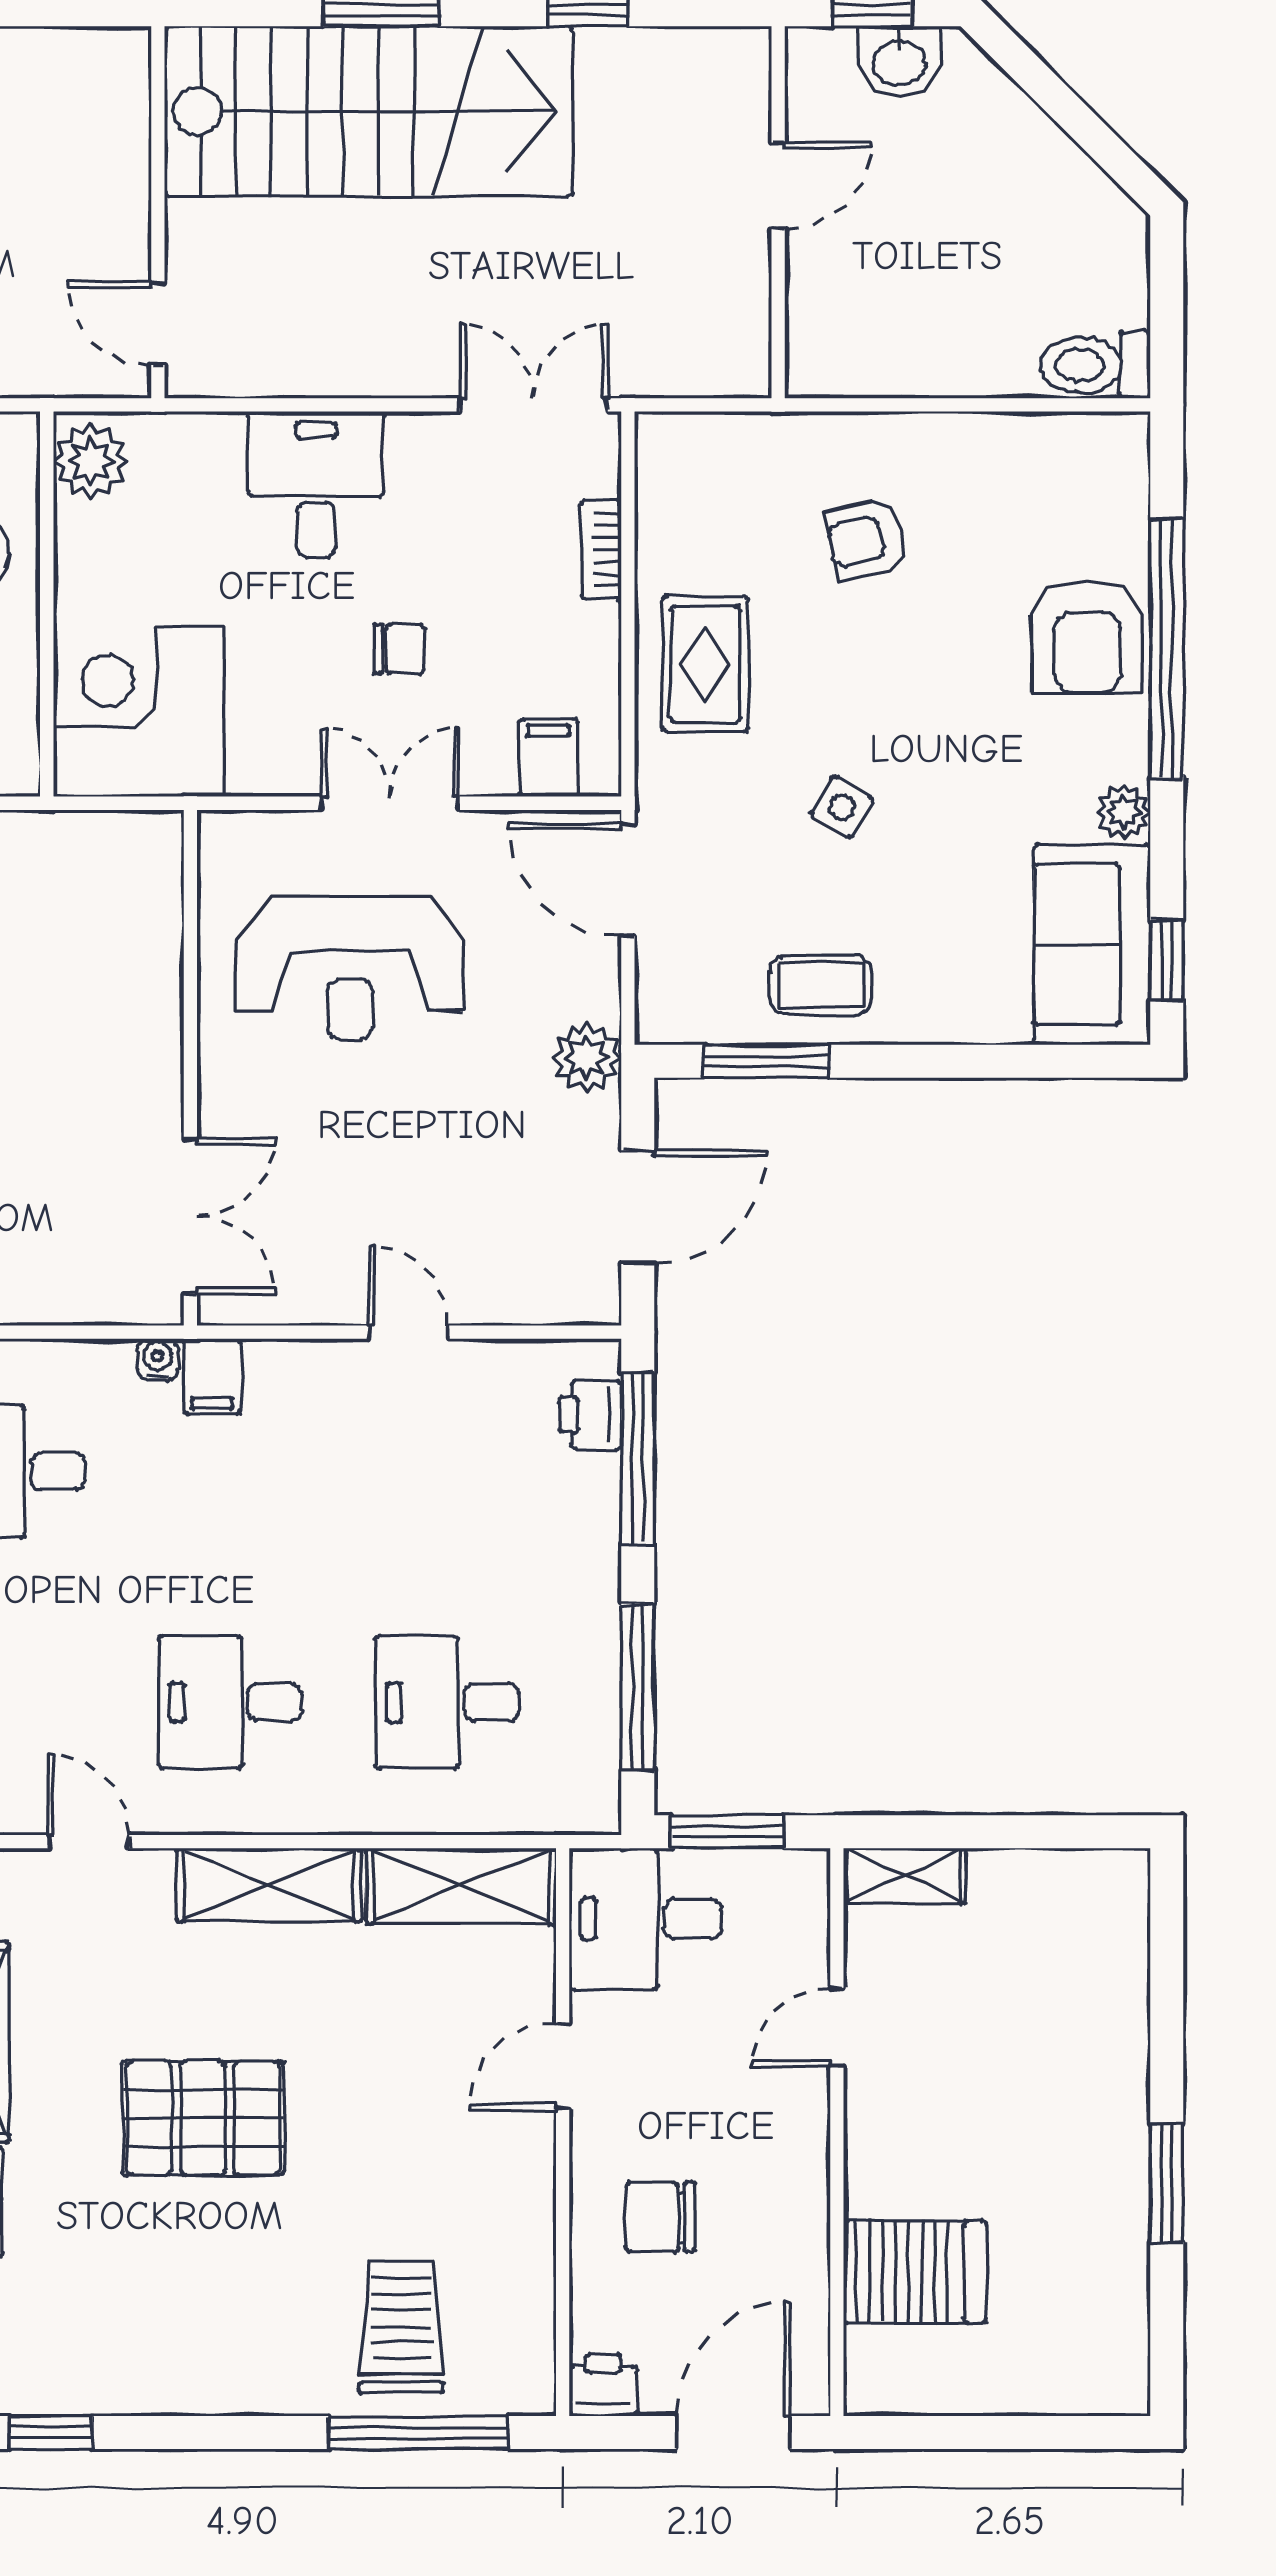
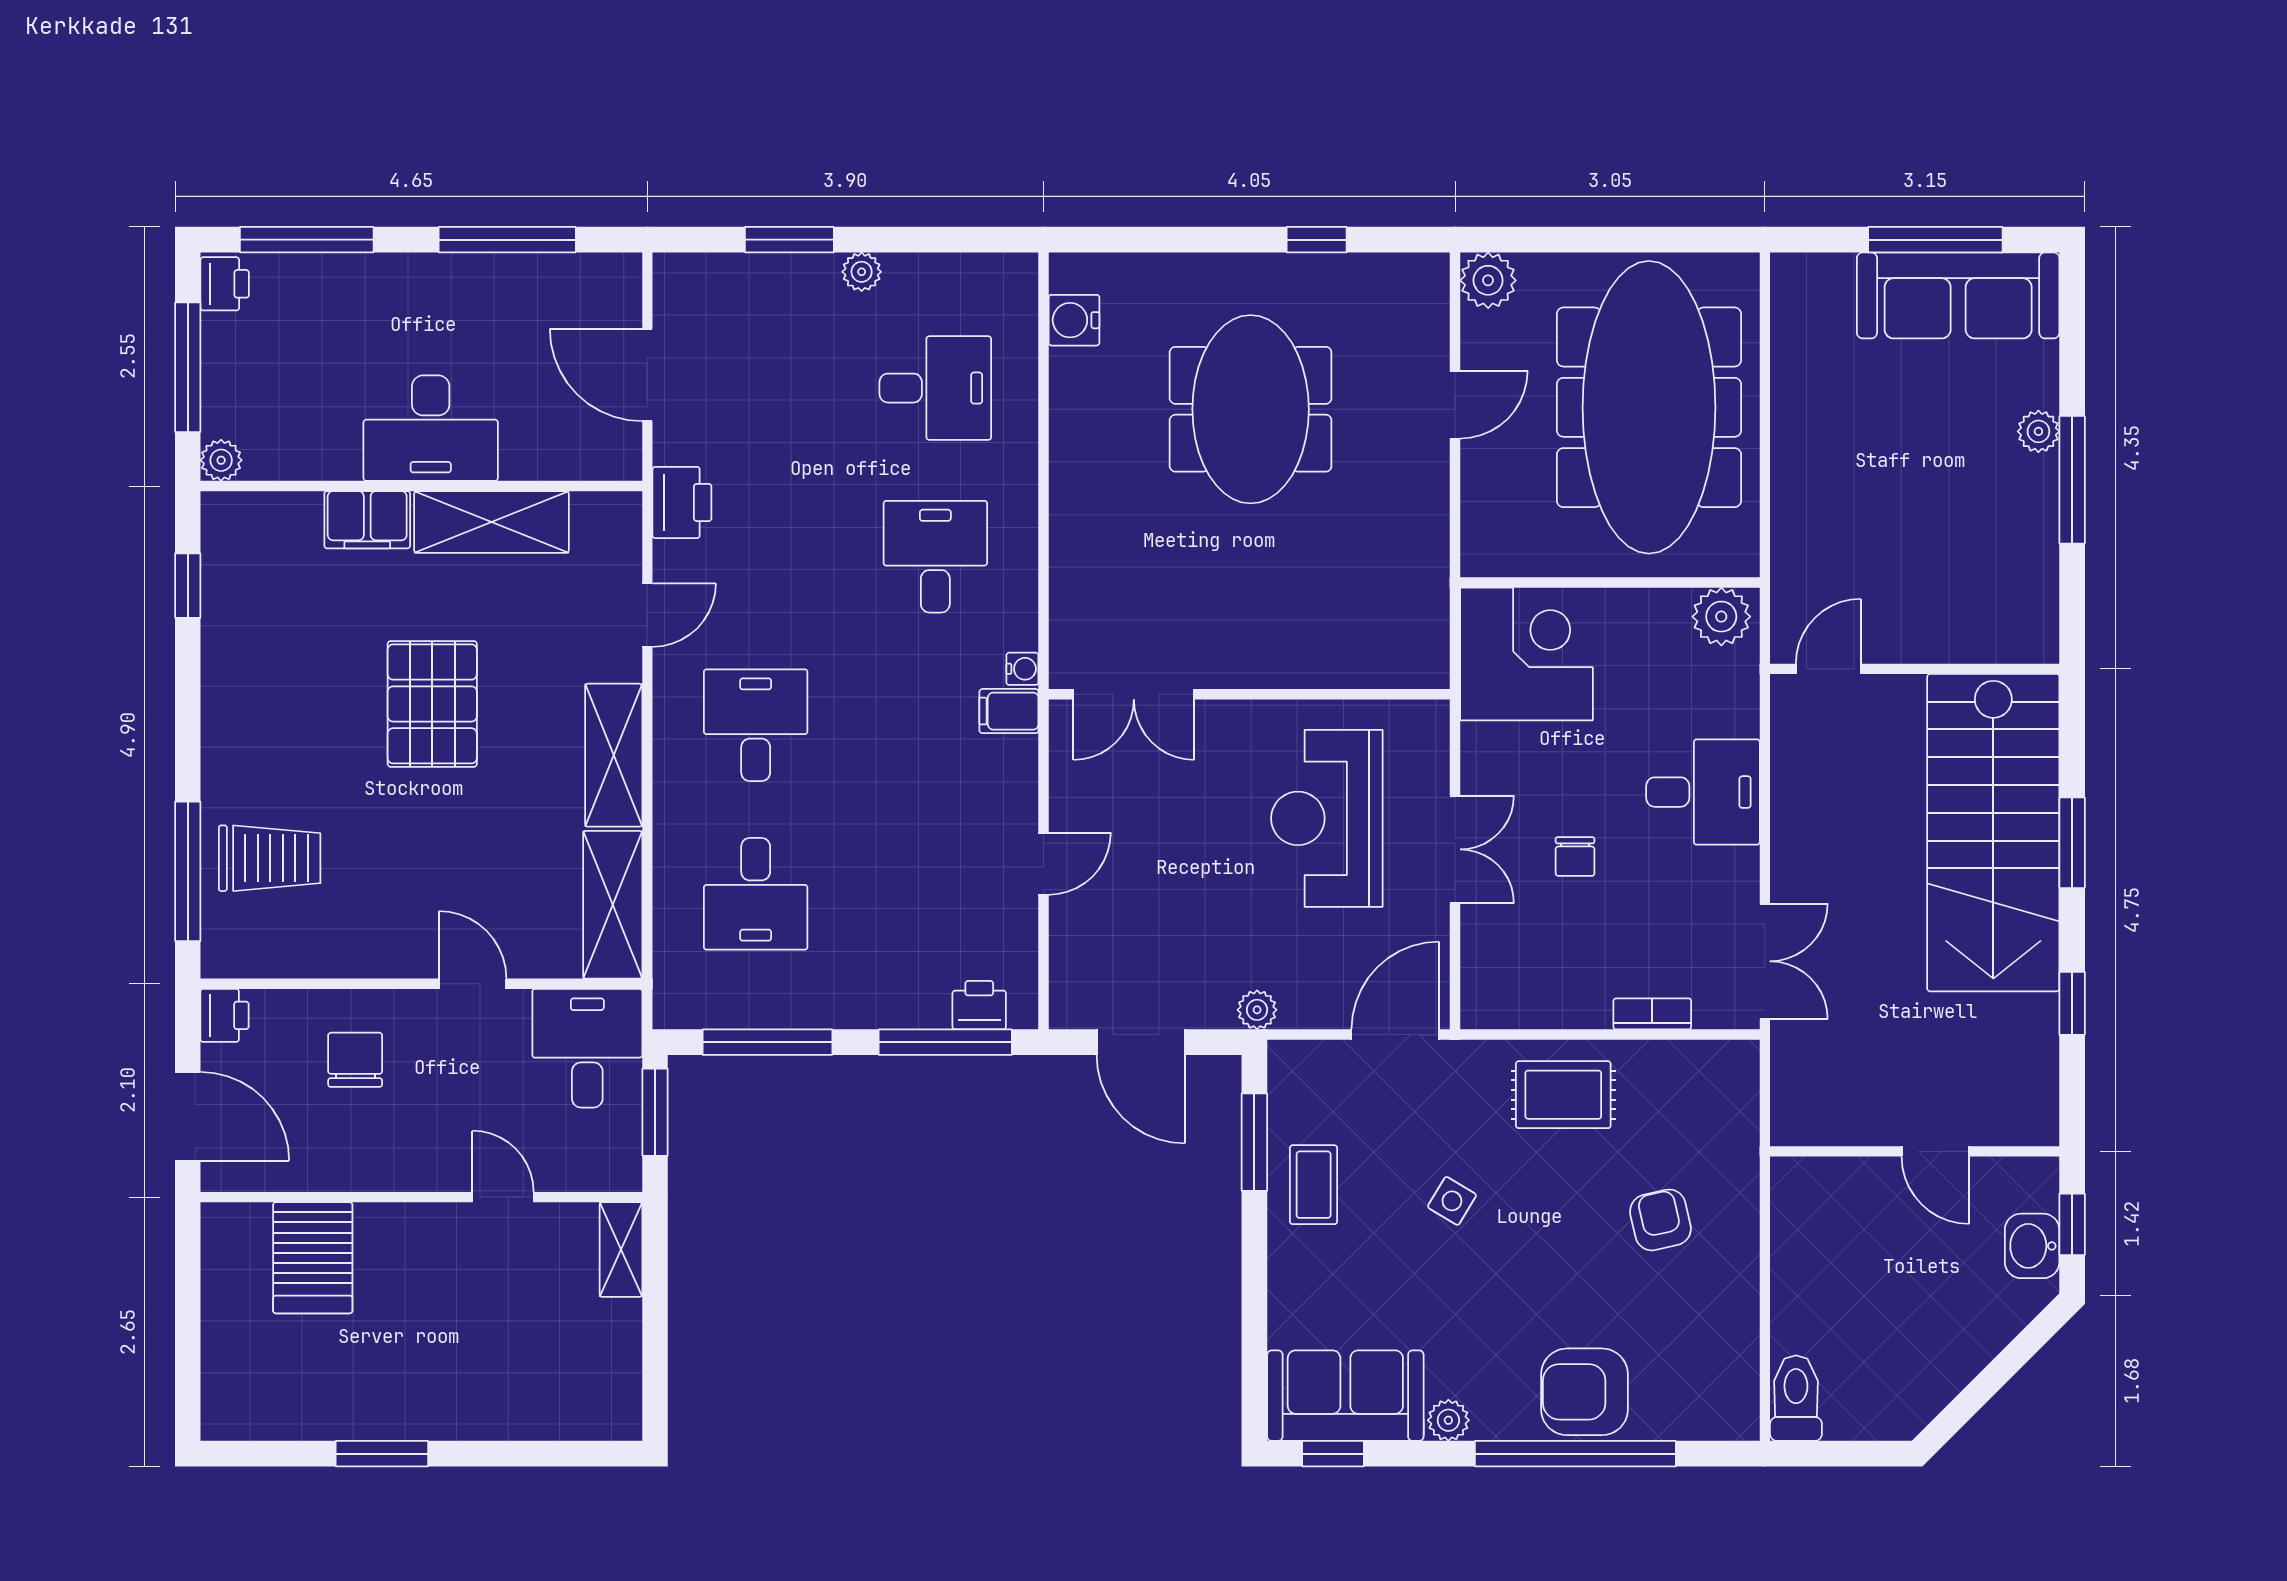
filing cabinet: (549, 758) -> (1490, 973), removed
plant: (587, 1058) -> (1257, 1010), width x0.73, depth x0.73
desk: (447, 1702) -> (756, 894), turned 180

